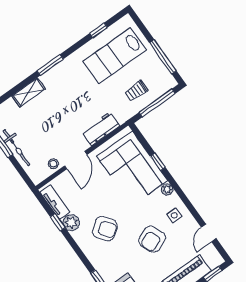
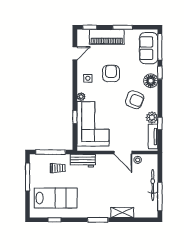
workbench: (101, 129) -> (83, 161), moved
door: (76, 160) -> (123, 153), swing flipped
armchair: (105, 229) -> (135, 100), turned 149
armchair: (152, 239) -> (111, 73), turned -68
floor lamp: (102, 263) -> (151, 81), added

